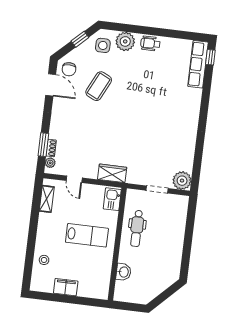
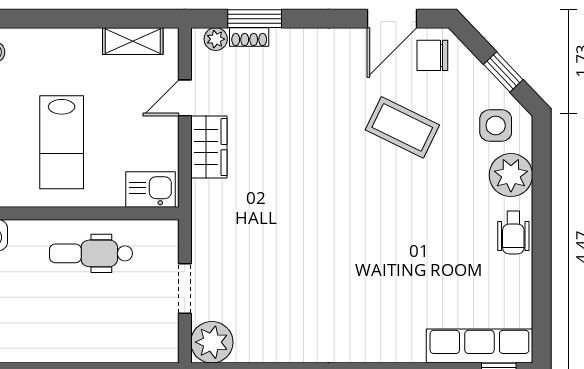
wheelchair: (150, 43) -> (513, 233), turned 180
wardrobe: (112, 173) -> (209, 147), moved

